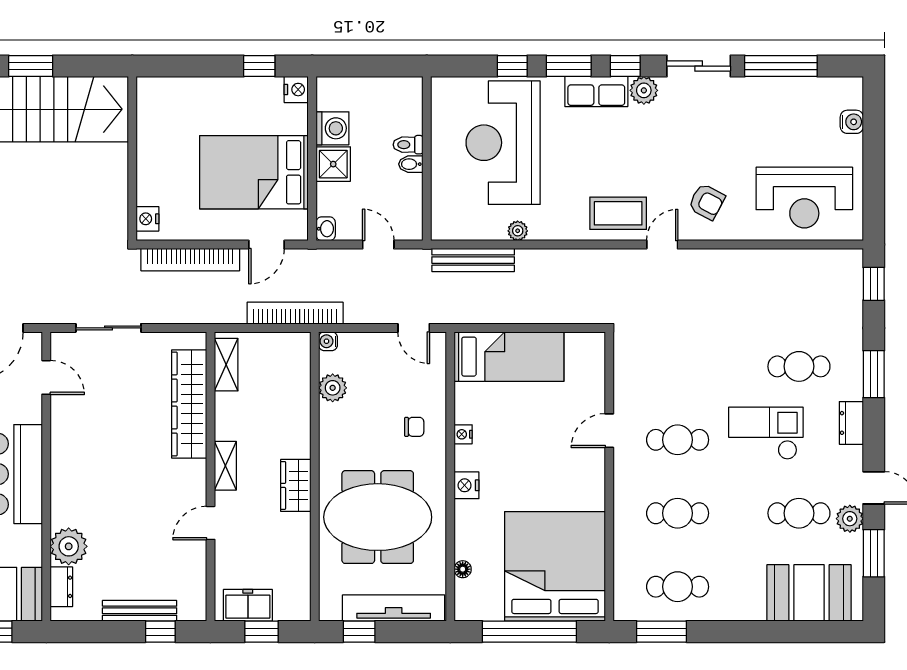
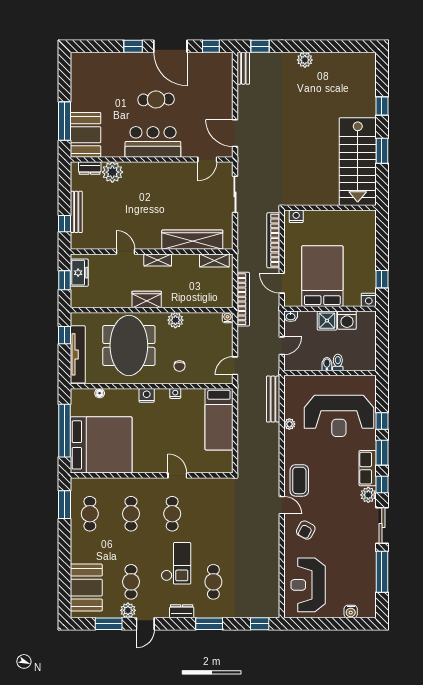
reception desk: (503, 143) -> (339, 416), turned 180
plant: (333, 388) -> (175, 320), moved

